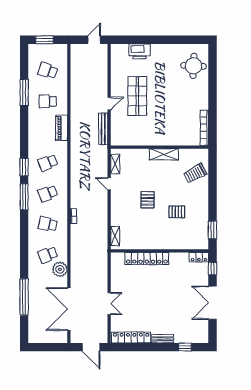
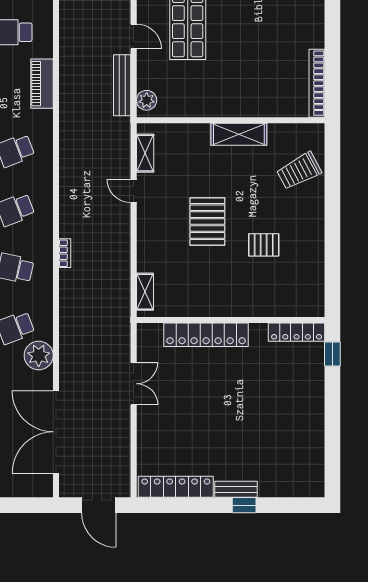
door: (109, 103) -> (134, 36), hinge flipped
plant: (116, 137) -> (147, 100), added
pallet: (148, 200) -> (207, 222), width x1.50, depth x1.42
window: (212, 230) -> (332, 280), removed
locker: (199, 257) -> (297, 332), width x1.53
double door: (212, 303) -> (332, 420), removed
double door: (109, 304) -> (134, 384), moved
window: (185, 347) -> (244, 505), moved

